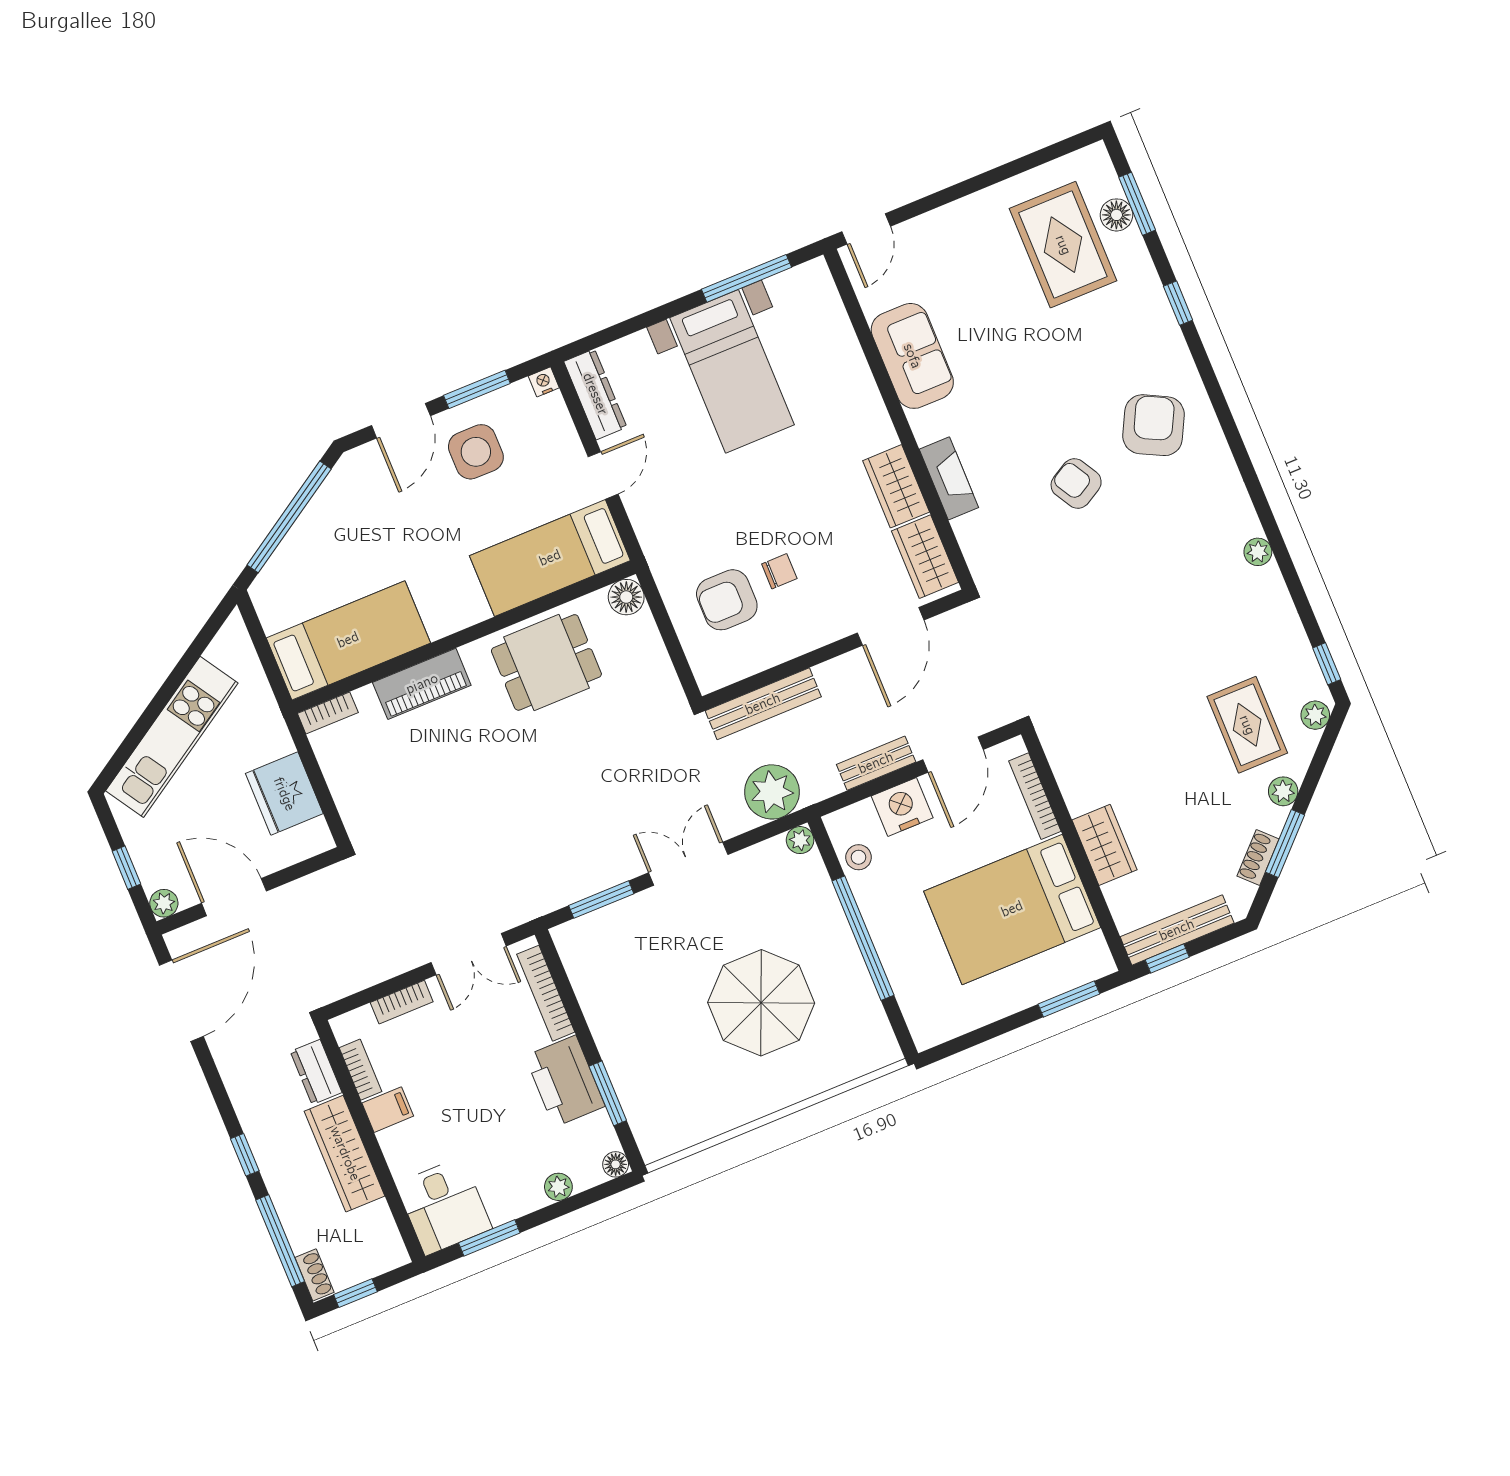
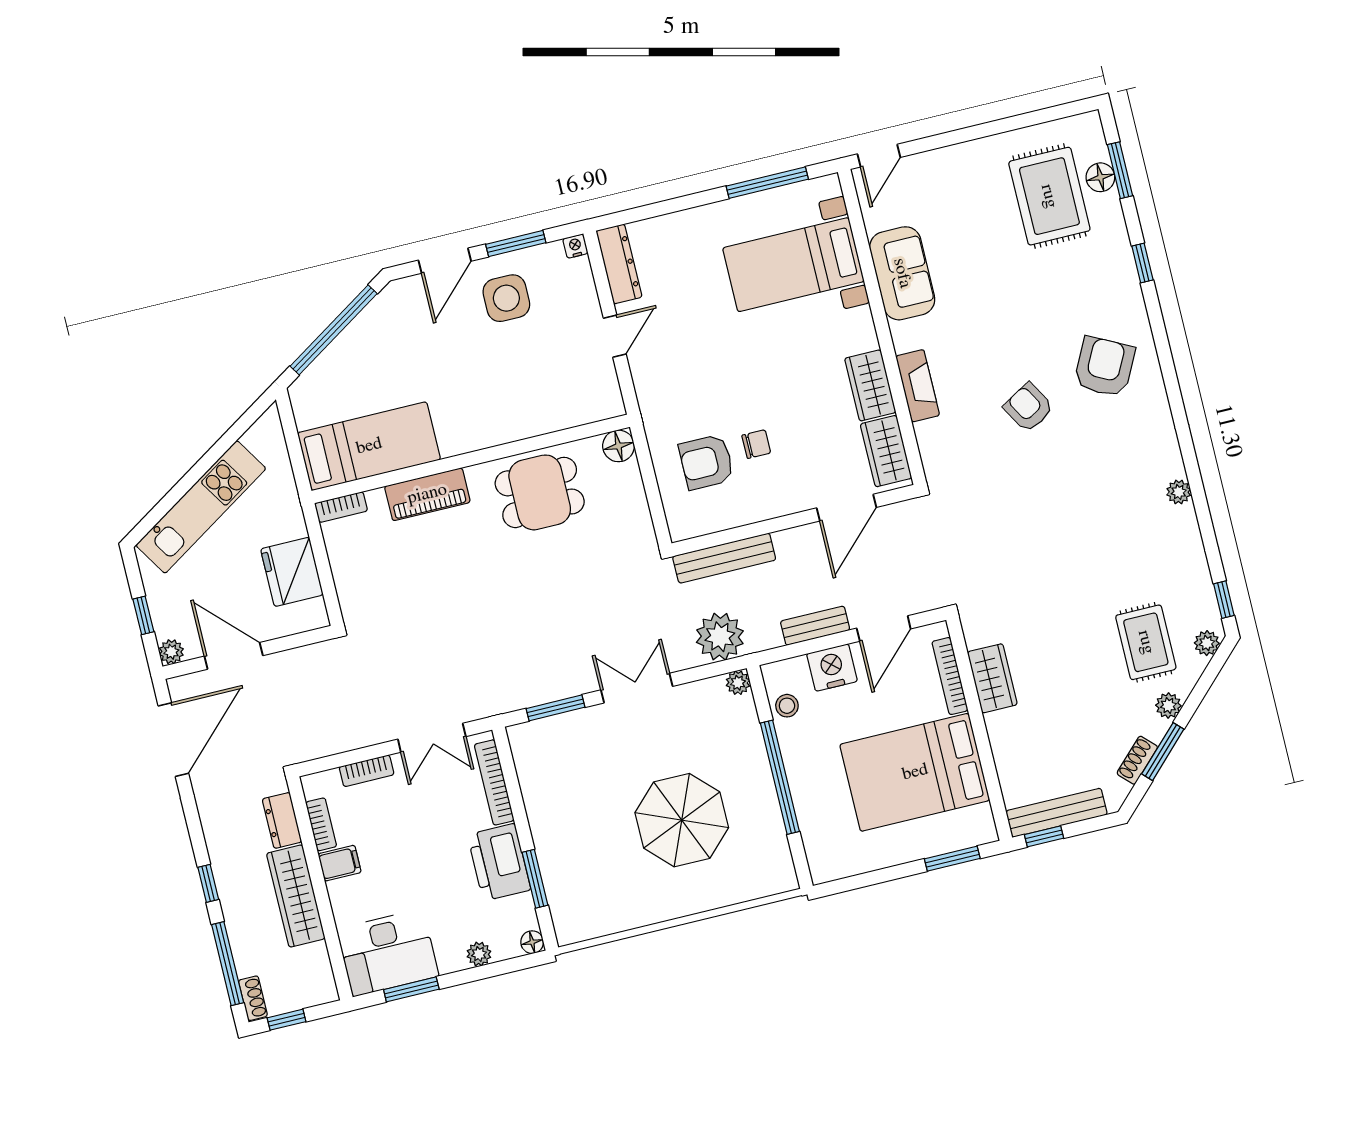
bed with nightstands: (732, 371) -> (793, 265), moved, turned 90
bed: (550, 558) -> (557, 401), removed
wardrobe: (1104, 845) -> (992, 678), moved
desk: (444, 1206) -> (388, 953), width x1.37

